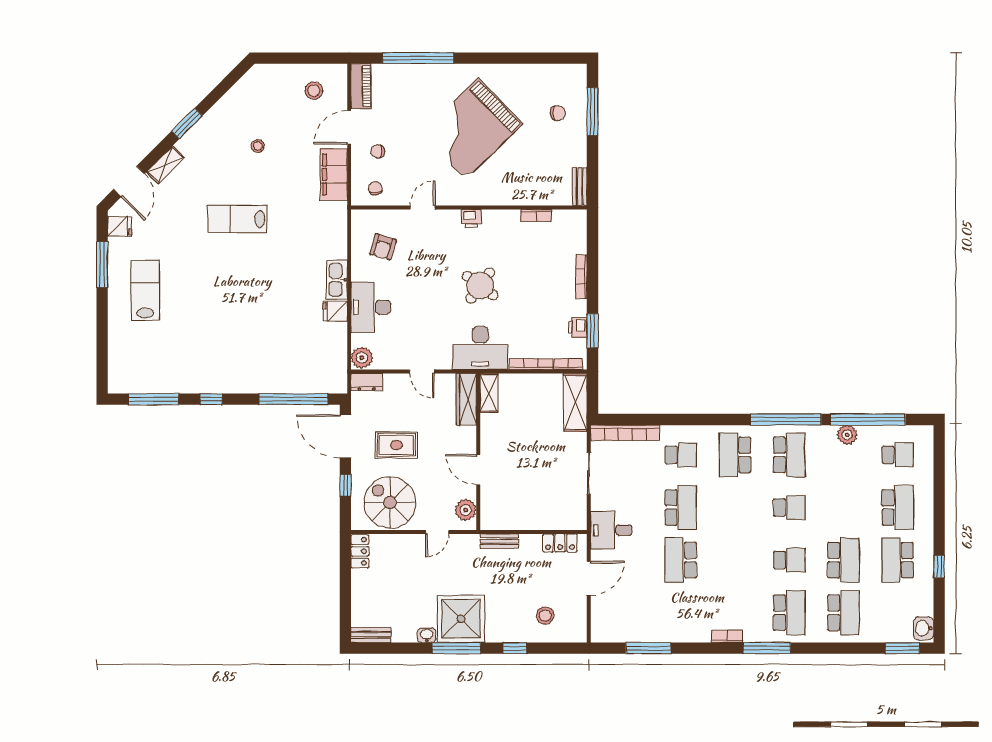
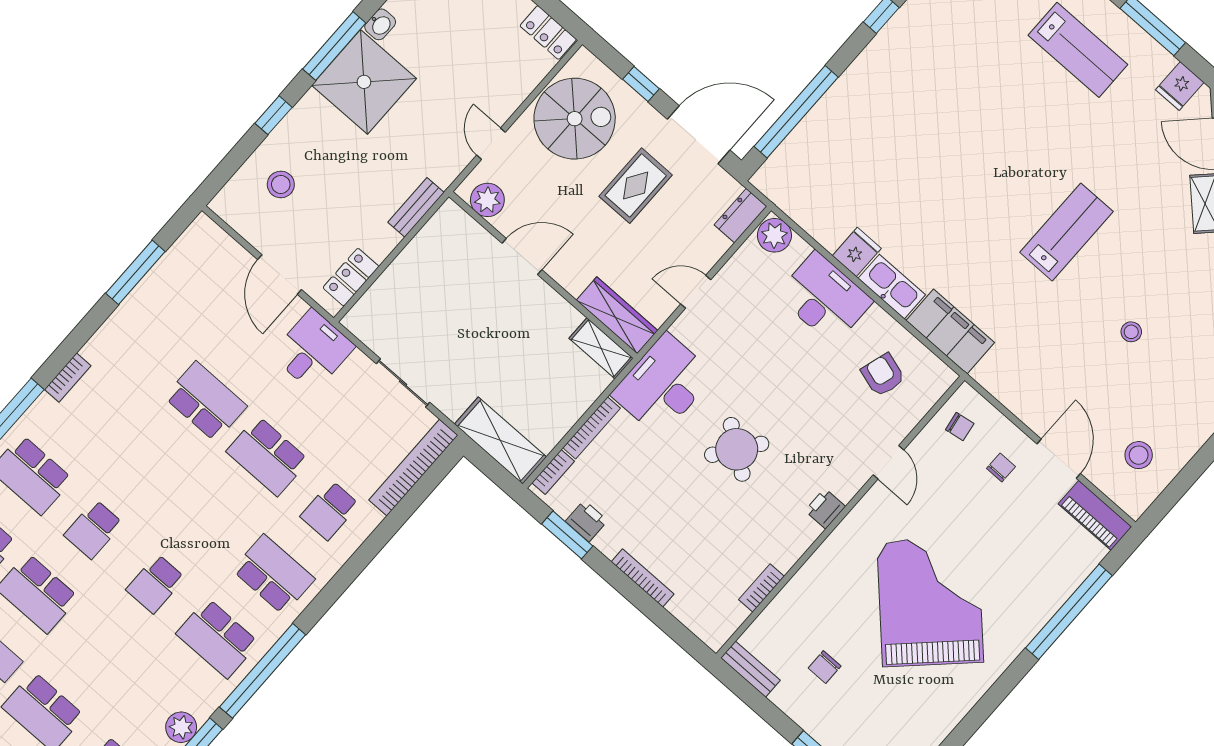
chair: (558, 113) -> (825, 667), moved
filing cabinet: (334, 174) -> (950, 332), moved

